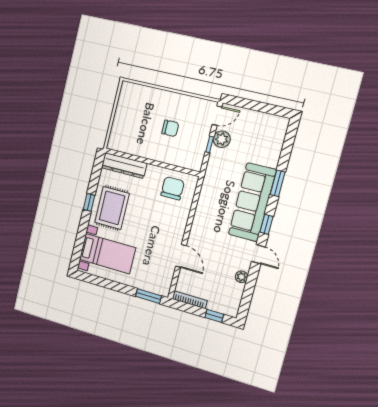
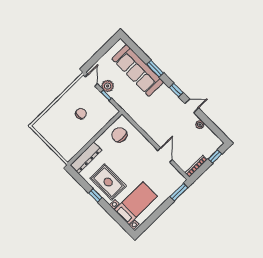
sofa: (252, 202) -> (138, 70), moved
door: (181, 256) -> (165, 155), hinge flipped

